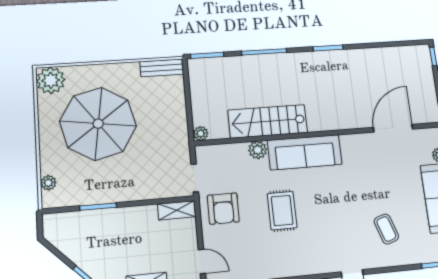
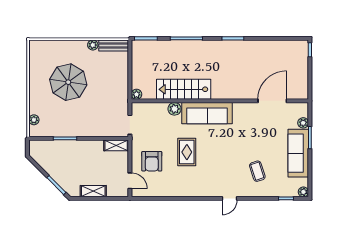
plant: (51, 80) -> (93, 45), moved, width x0.53, depth x0.53
parasol: (98, 124) -> (68, 82), width x0.73, depth x0.73
armchair: (223, 209) -> (152, 161), moved

